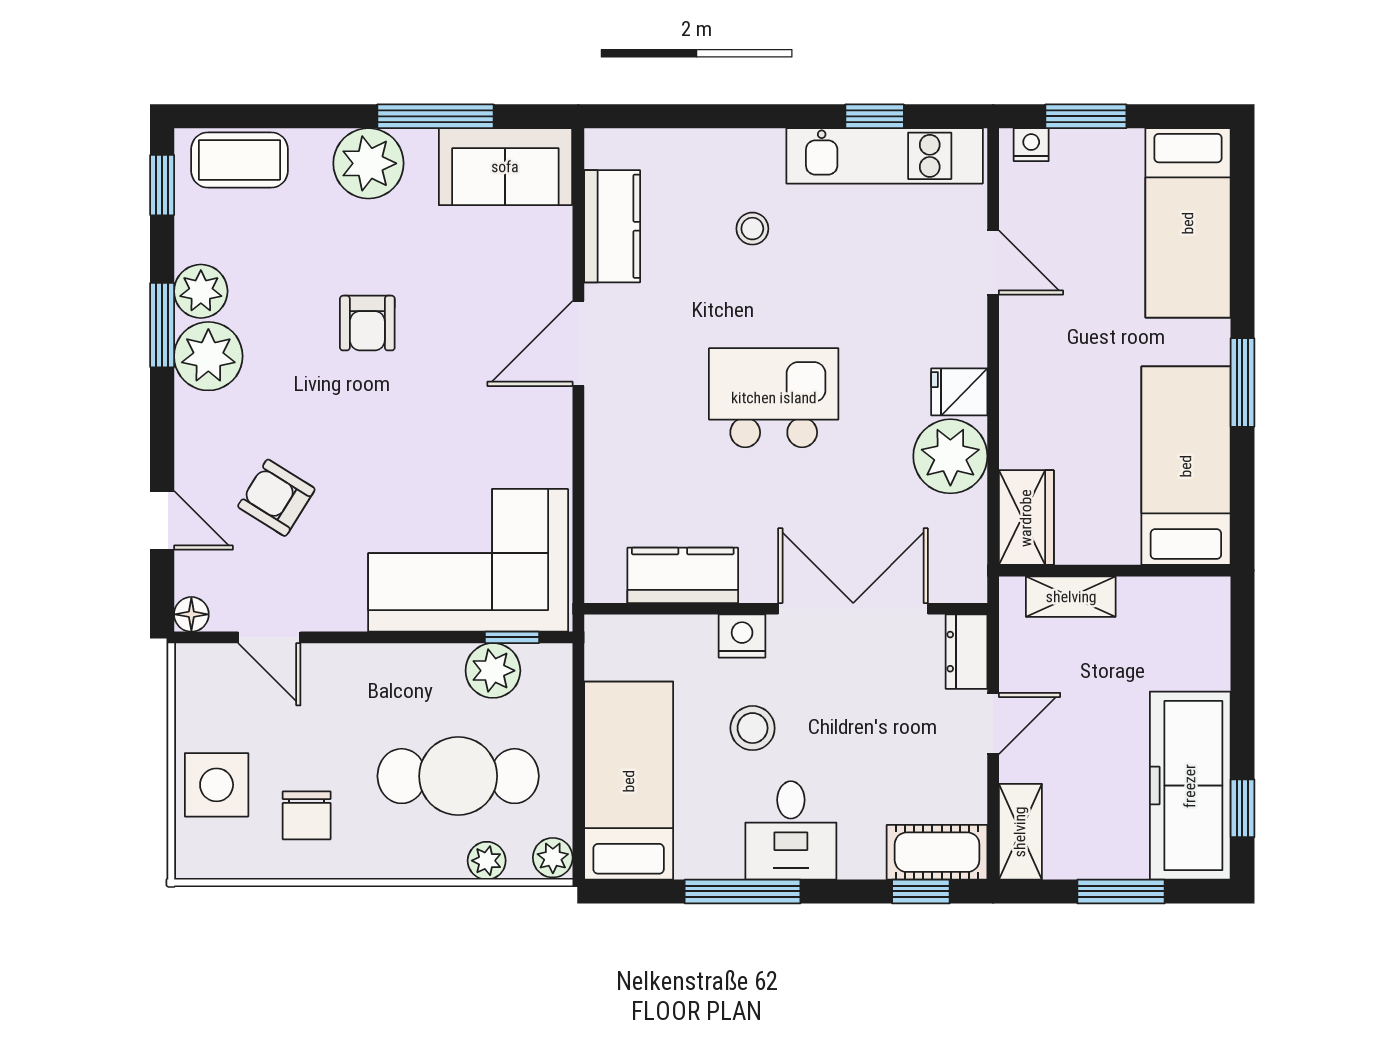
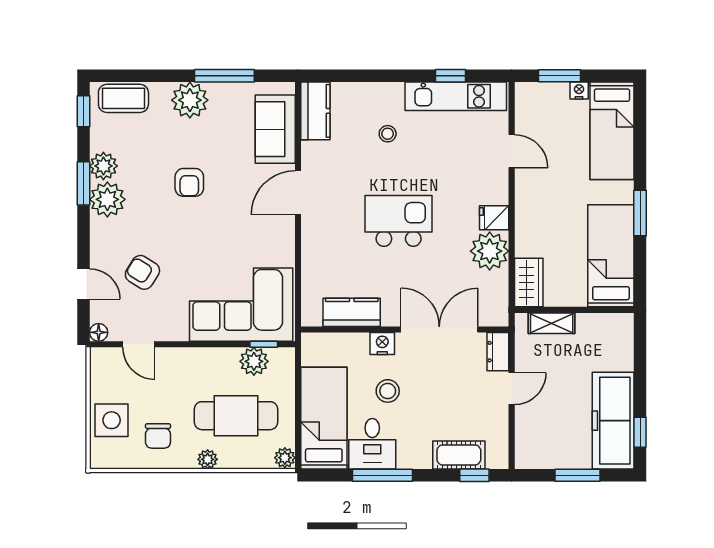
nightstand: (1031, 145) -> (579, 90), moved
sofa: (505, 167) -> (275, 129), moved, turned 90
kitchen counter: (612, 226) -> (315, 111), moved
desk: (791, 830) -> (372, 444), moved
shelving: (1020, 832) -> (526, 444), removed
cot: (937, 852) -> (459, 455), moved
plant: (487, 861) -> (208, 459), moved

